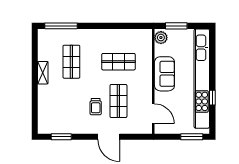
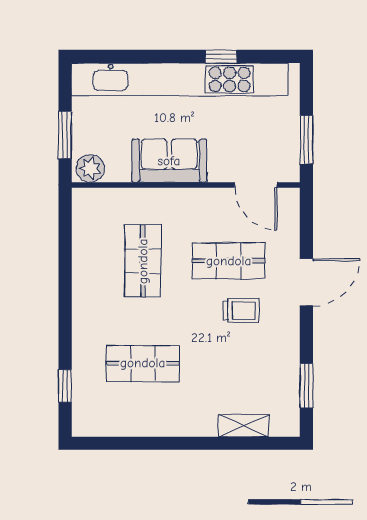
window: (61, 26) -> (65, 386), width x0.46
shelving: (43, 73) -> (244, 426), moved
door: (153, 114) -> (256, 185), swing flipped
window: (192, 137) -> (306, 140), moved

